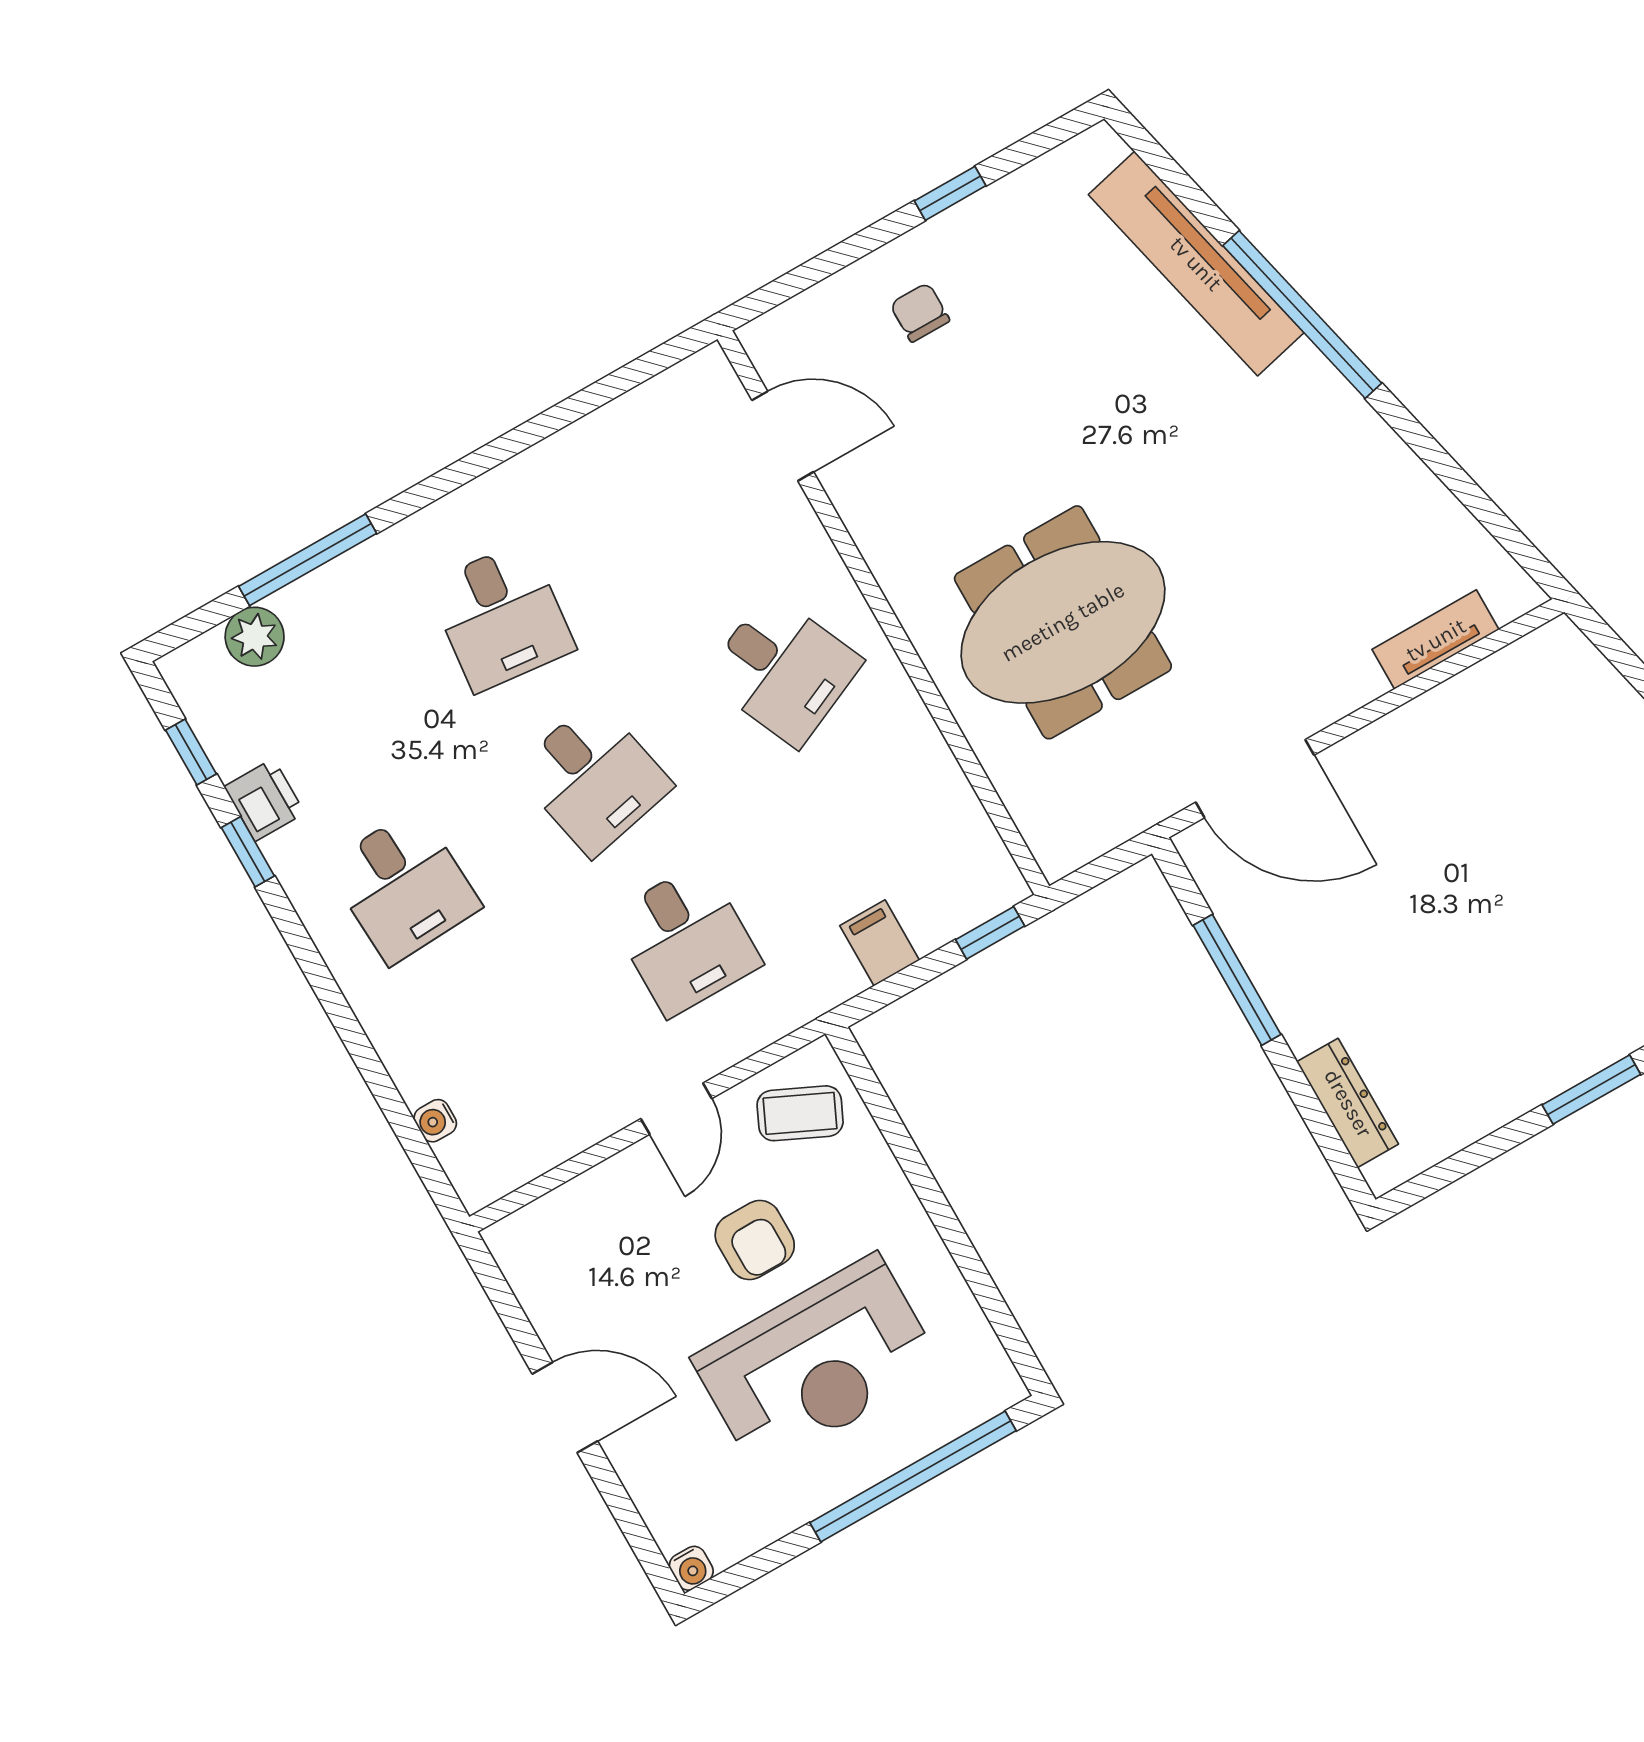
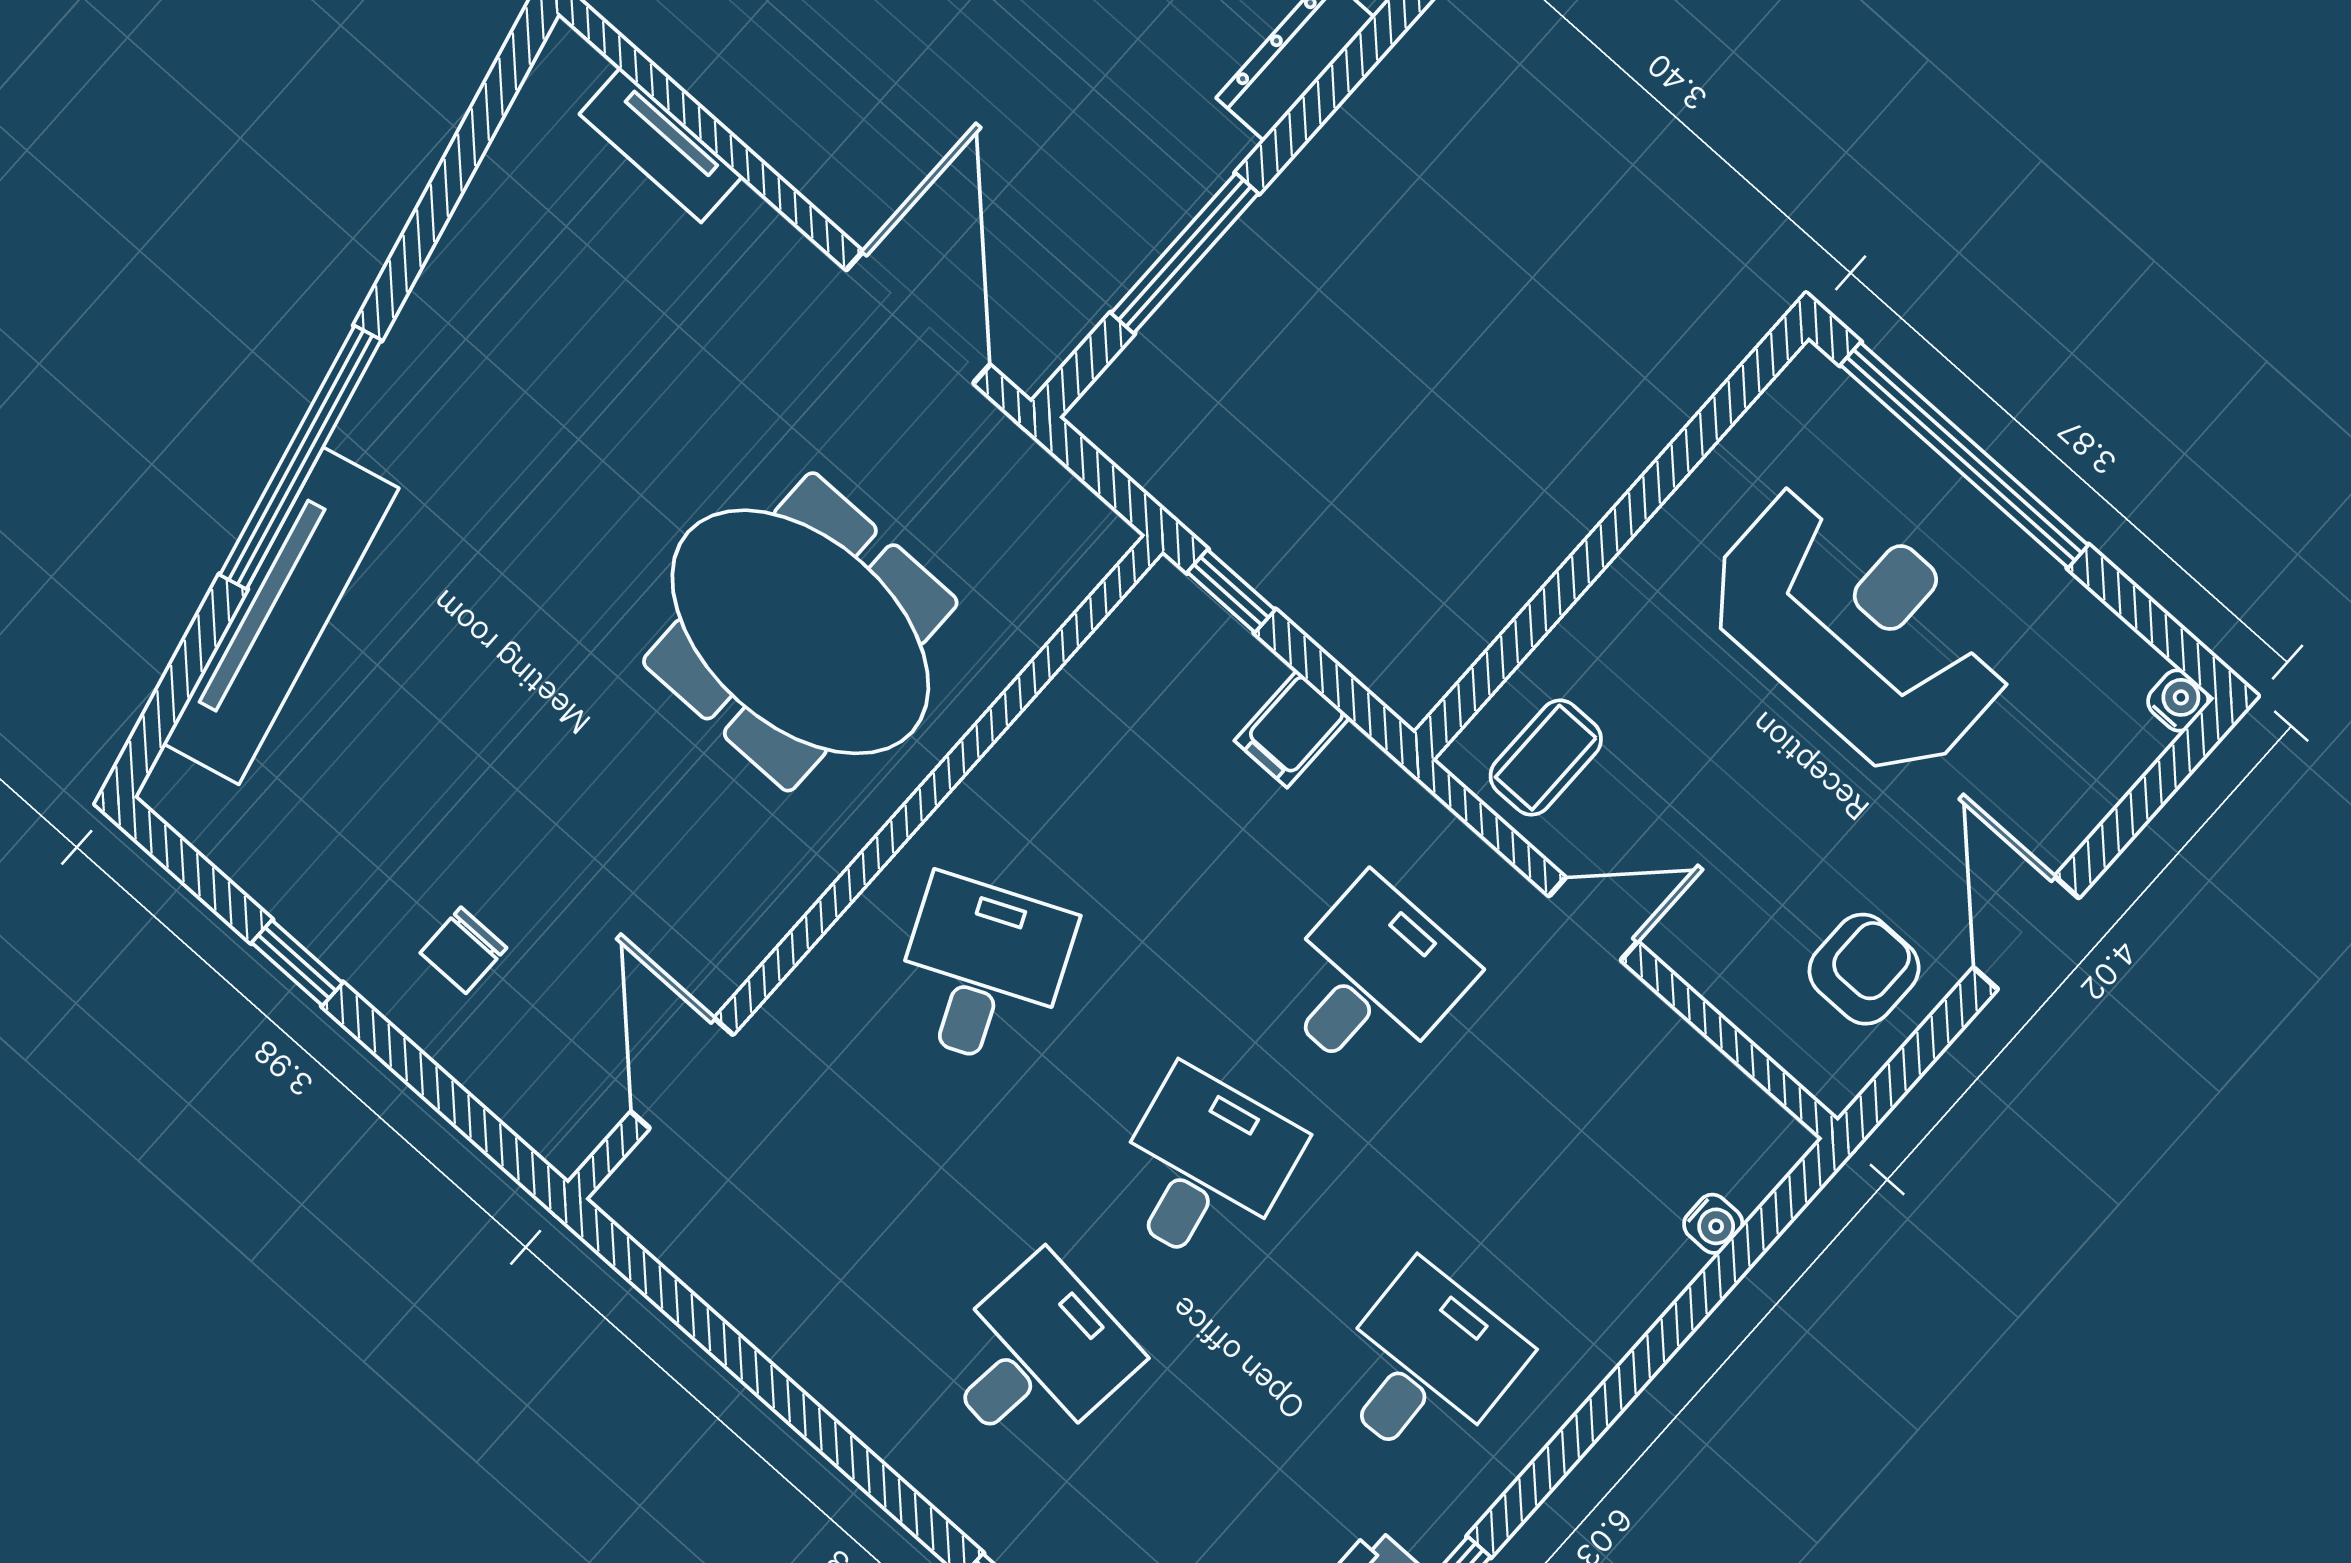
coffee table: (800, 1113) -> (1546, 758), turned 65
armchair: (755, 1240) -> (1864, 969), moved

